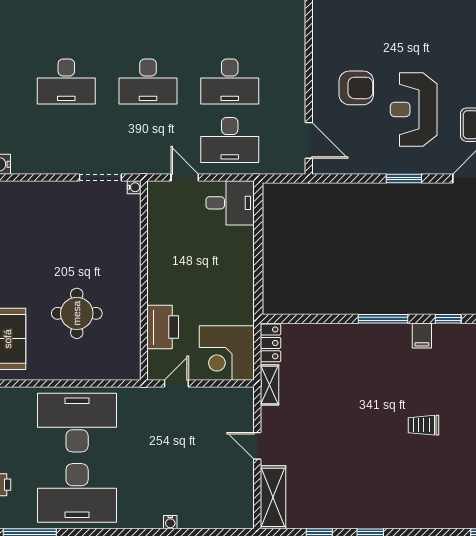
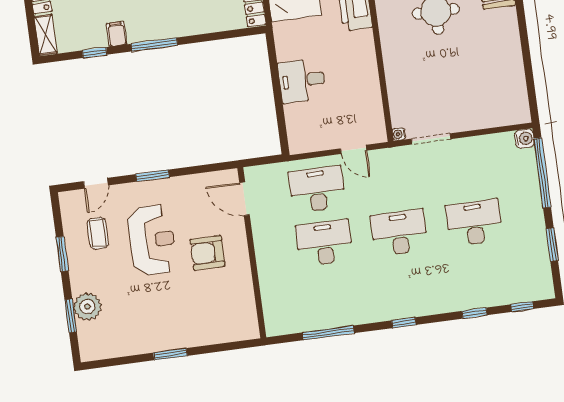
desk: (230, 203) -> (302, 80), moved

